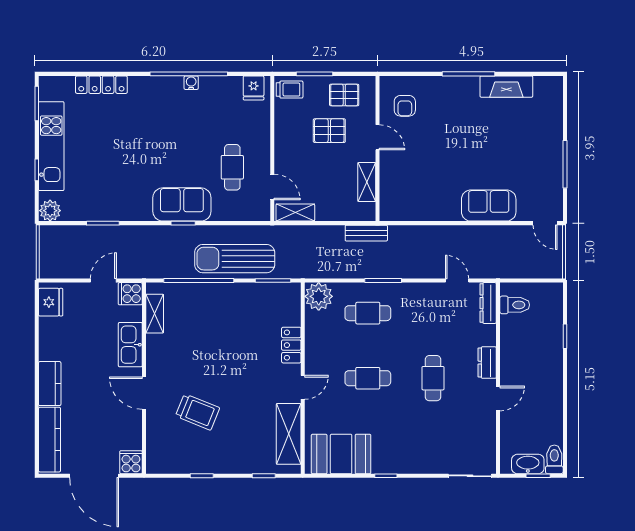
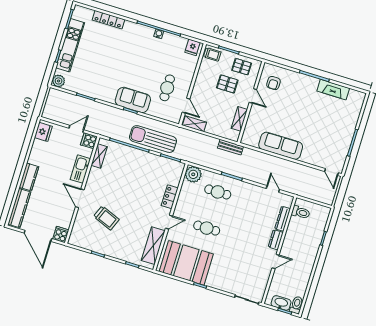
sofa: (489, 206) -> (281, 146), moved, width x1.36
dresser: (488, 303) -> (283, 219), moved
cafe table: (433, 378) -> (243, 239), removed
booth: (341, 454) -> (186, 263), width x1.36, depth x1.42

